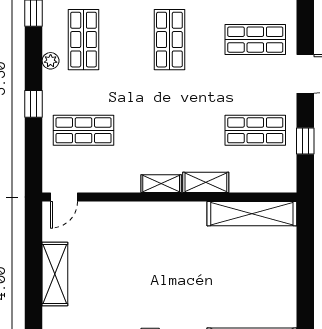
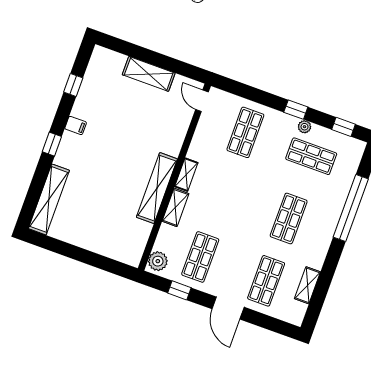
shop shelf: (169, 40) -> (289, 218), turned 90
window: (34, 104) -> (296, 110), moved
plant: (279, 180) -> (158, 261), added
shelving: (252, 214) -> (157, 188), moved

